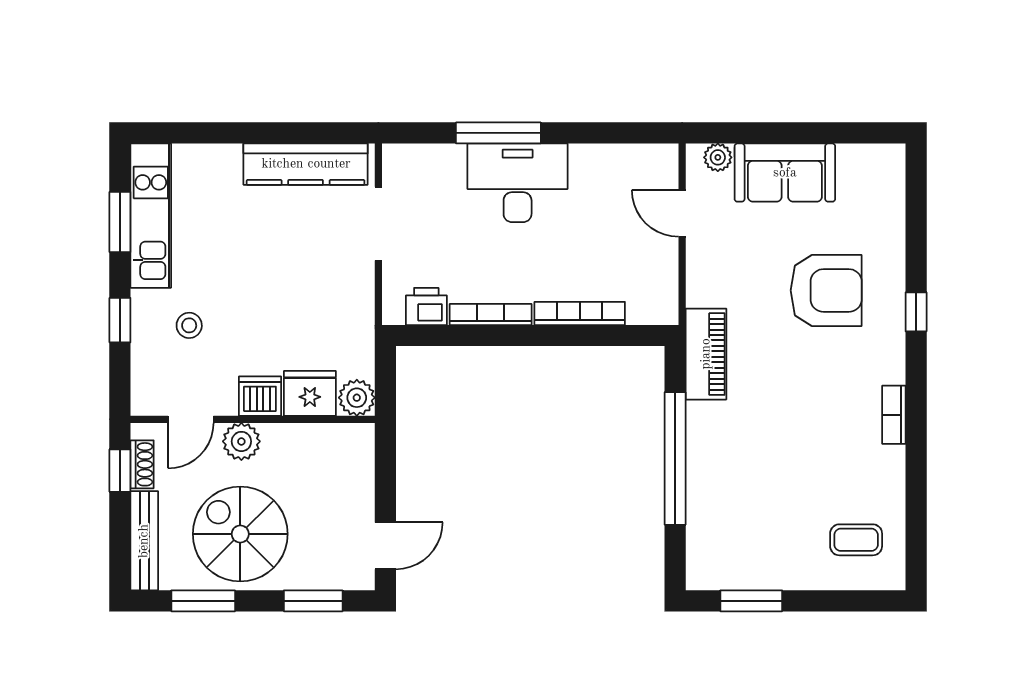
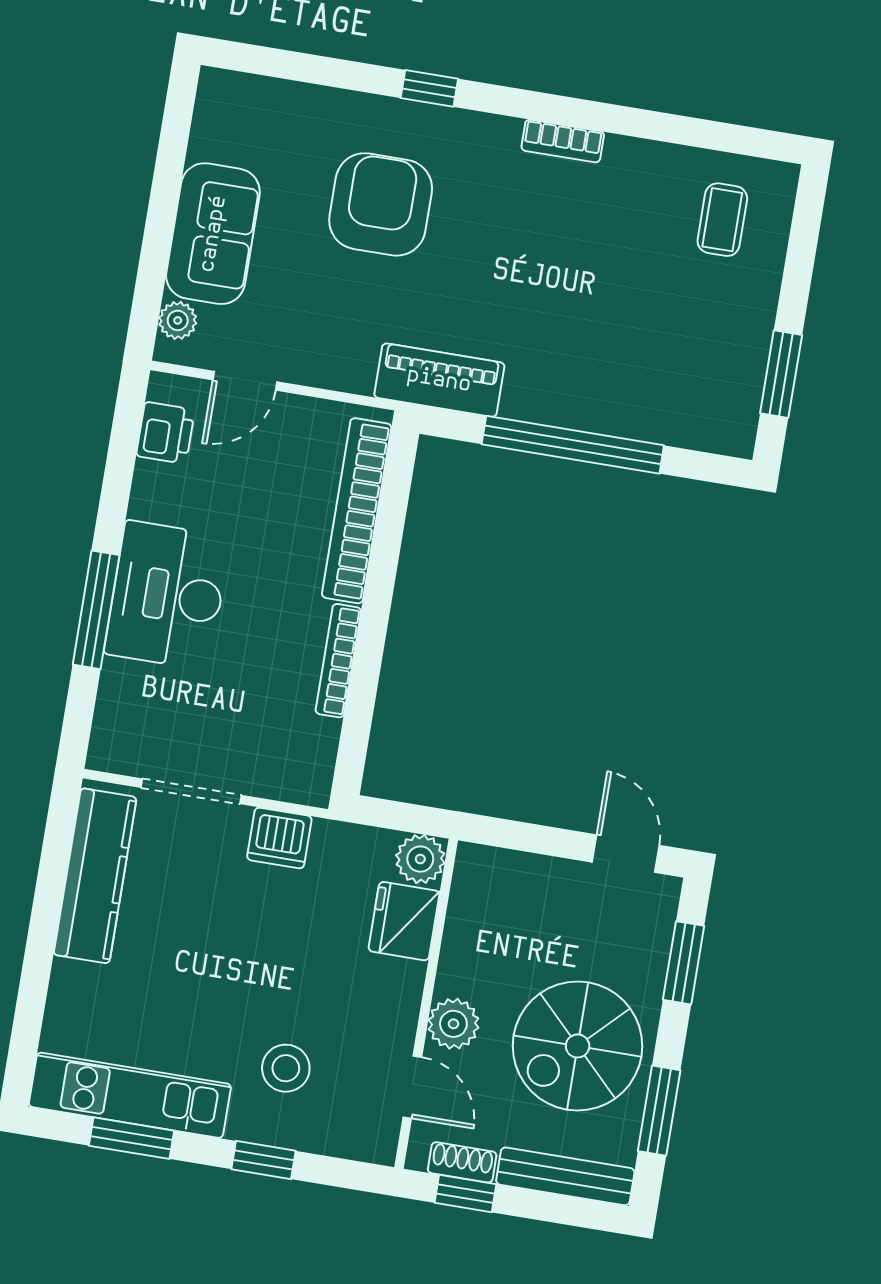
printer: (426, 306) -> (165, 433), moved, turned 180
bookcase: (580, 313) -> (357, 511), width x1.48, depth x1.31
stool: (189, 325) -> (286, 1068), width x1.37, depth x1.37
dishwasher: (260, 396) -> (279, 838), moved, turned -90

